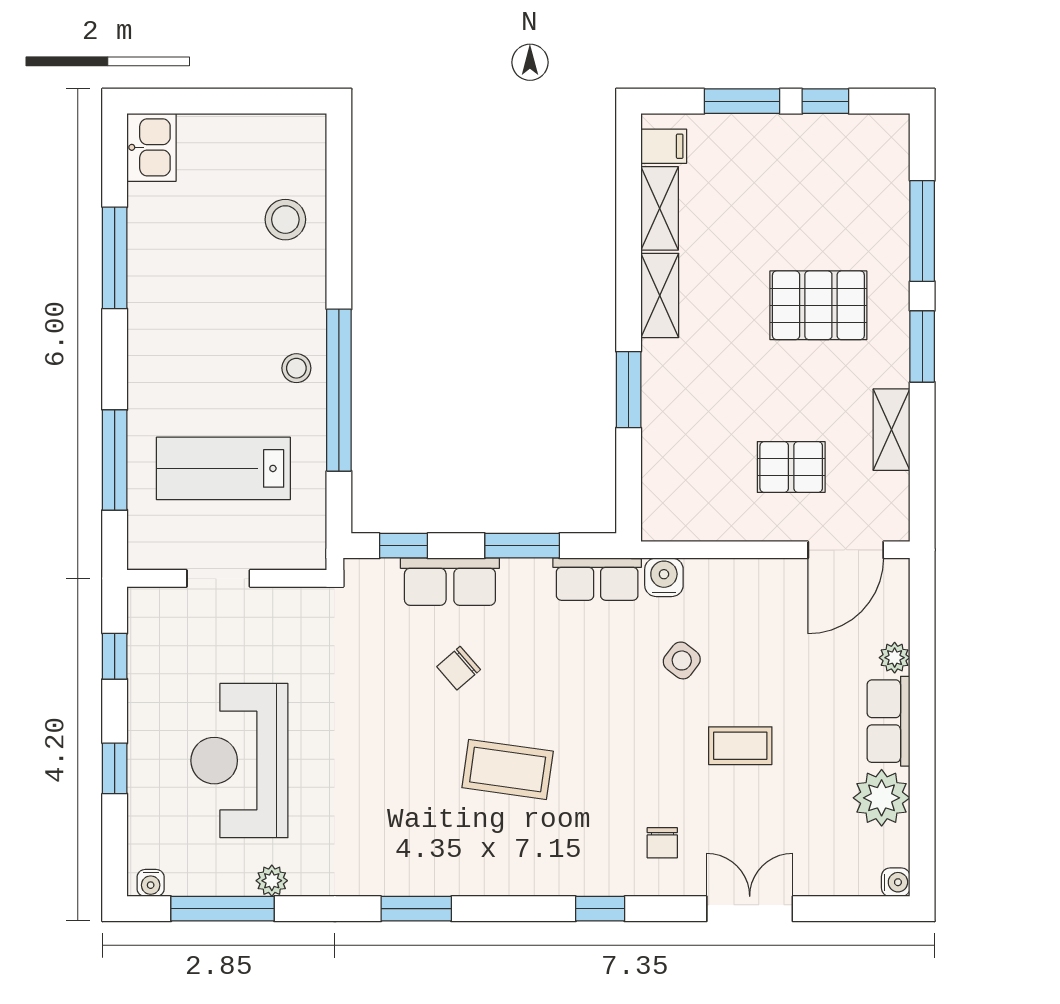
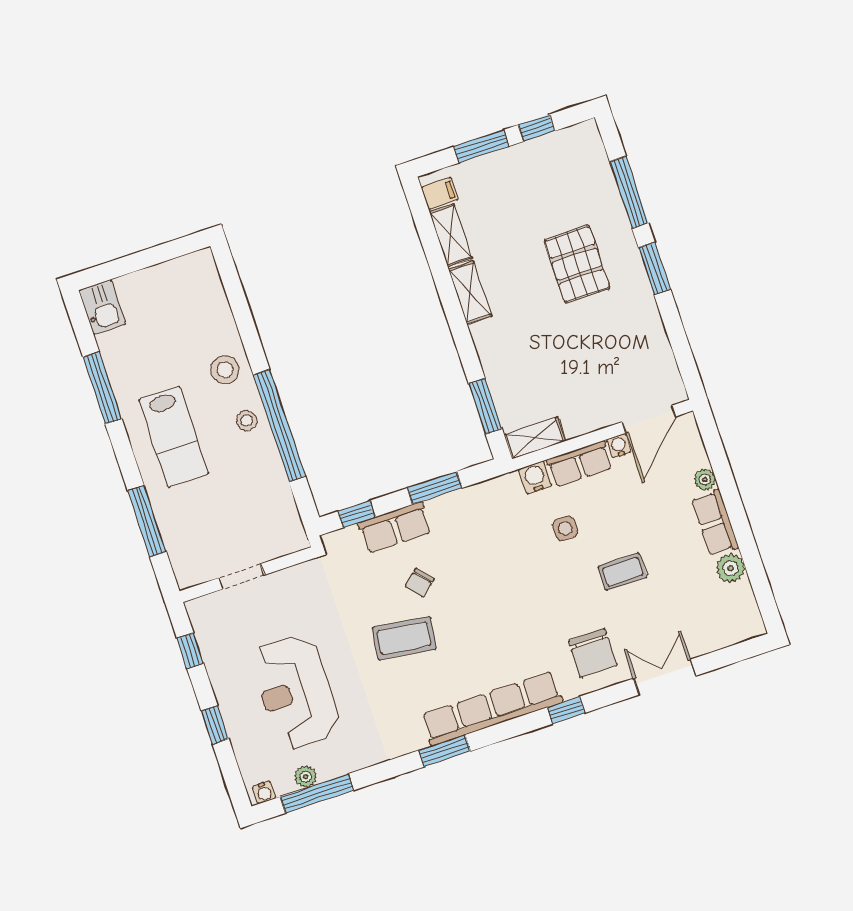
stool: (285, 220) -> (225, 370), moved
pallet: (818, 305) -> (577, 264), turned 90
window: (629, 390) -> (485, 406), moved
shelving: (892, 430) -> (535, 438), moved, turned 90
pallet: (791, 467) -> (595, 377), removed
lab bench: (223, 468) -> (174, 437), moved, turned -90
row of seats: (597, 579) -> (580, 464), moved
side table: (682, 660) -> (565, 528), turned -38
coffee table: (508, 769) -> (404, 638), moved
plant: (882, 798) -> (731, 568), width x0.73, depth x0.73
chair: (662, 843) -> (593, 653), width x1.87, depth x1.87
row of seats: (500, 873) -> (492, 709), added
plant: (272, 881) -> (306, 777), moved
water cooler: (896, 882) -> (619, 446), moved, turned -90

